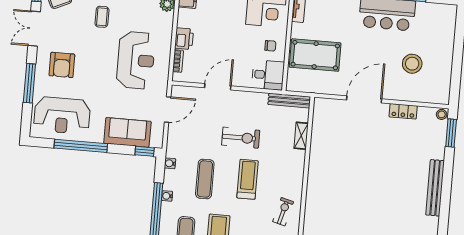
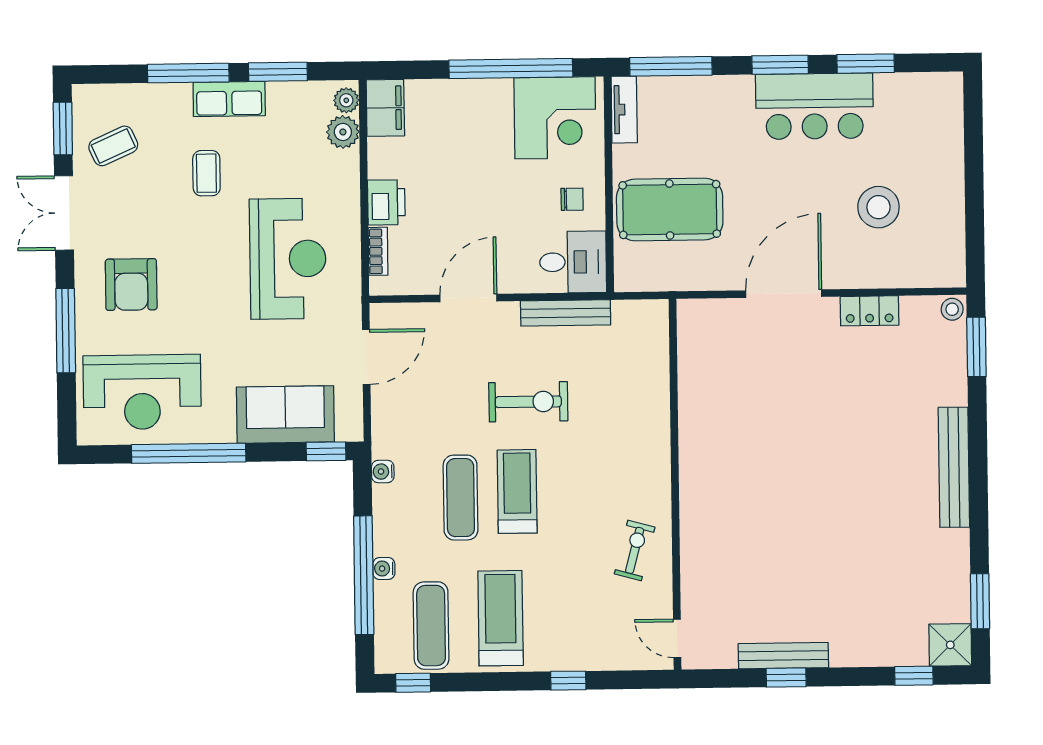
bench: (289, 101) -> (566, 313), moved
shelving: (301, 136) -> (657, 385), removed
treadmill: (248, 179) -> (517, 491), moved
water cooler: (167, 196) -> (384, 569), moved

